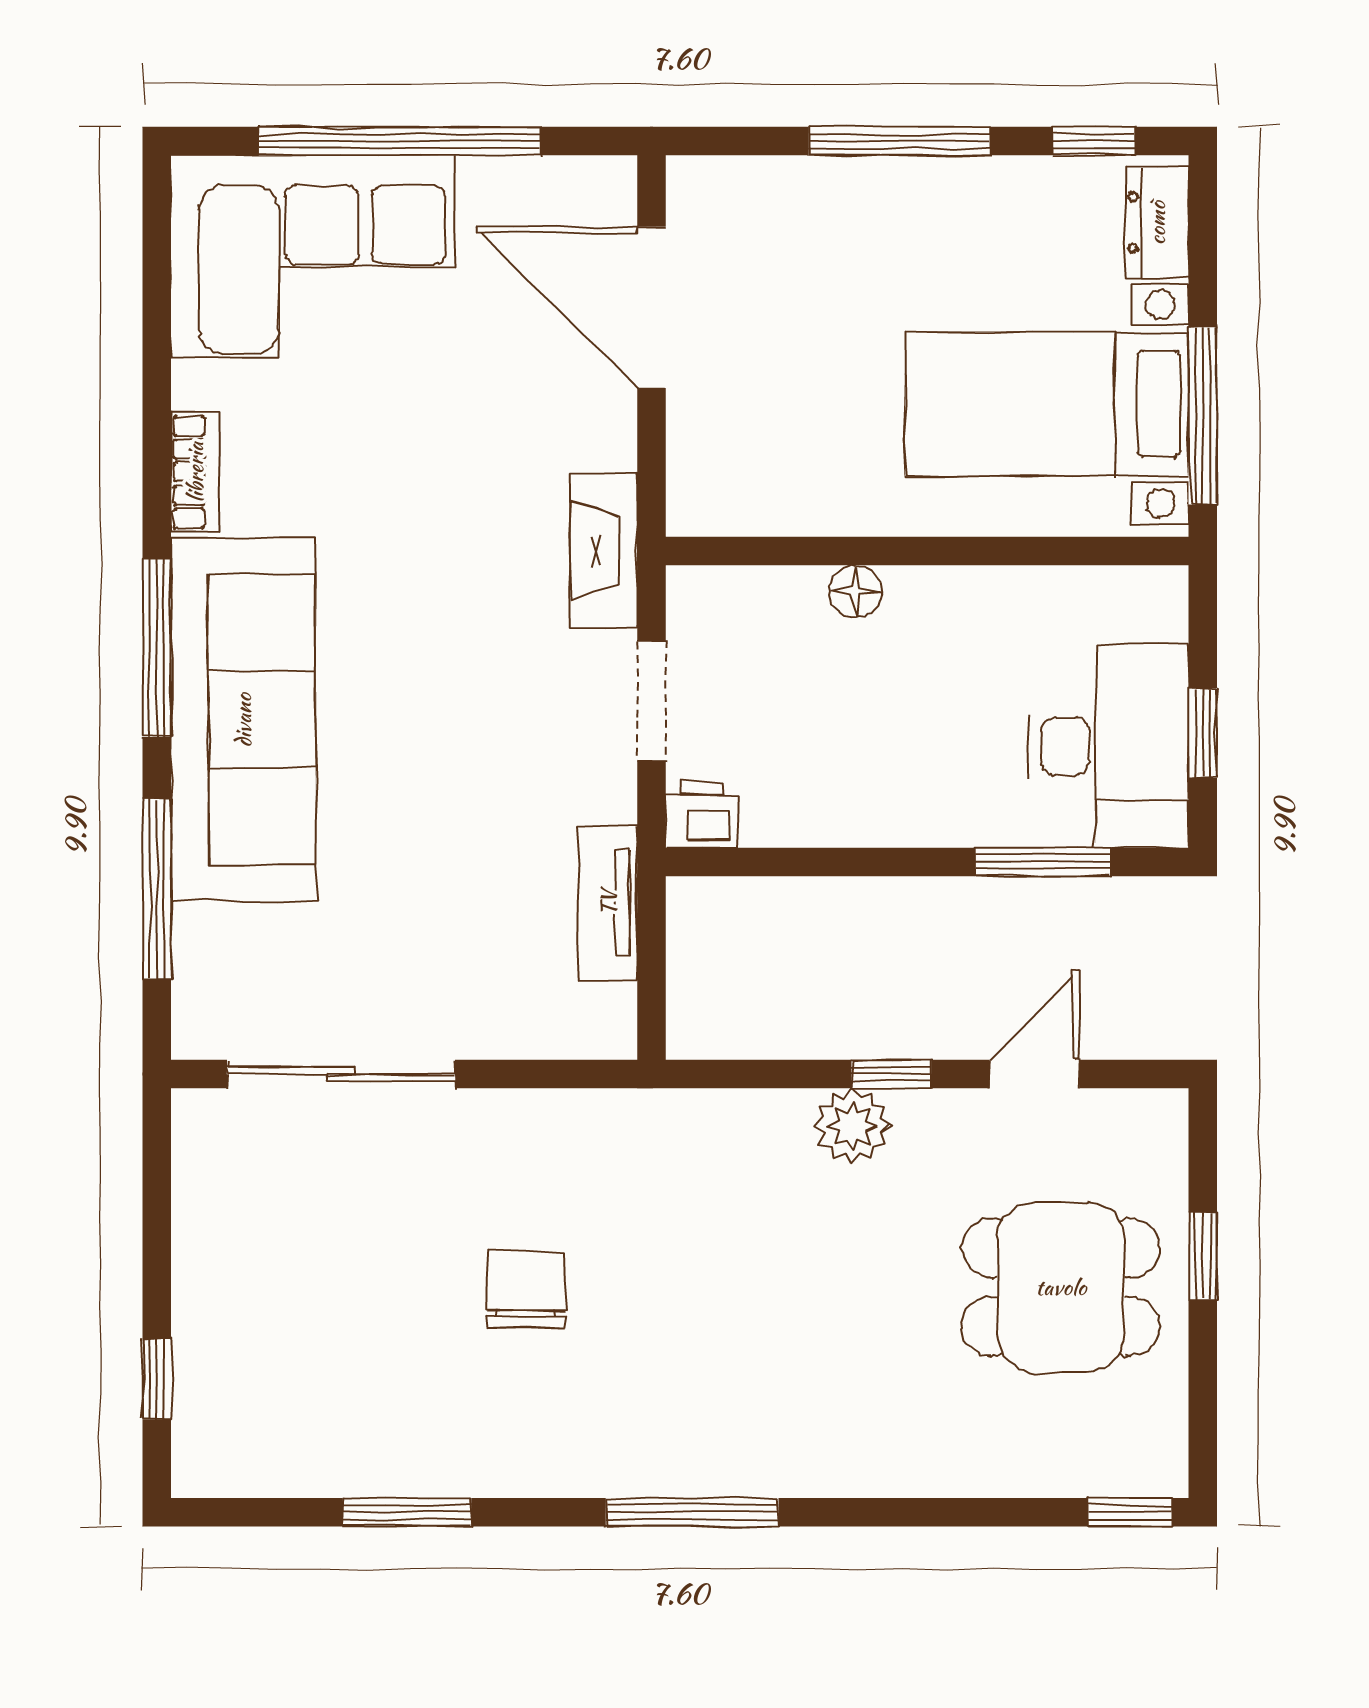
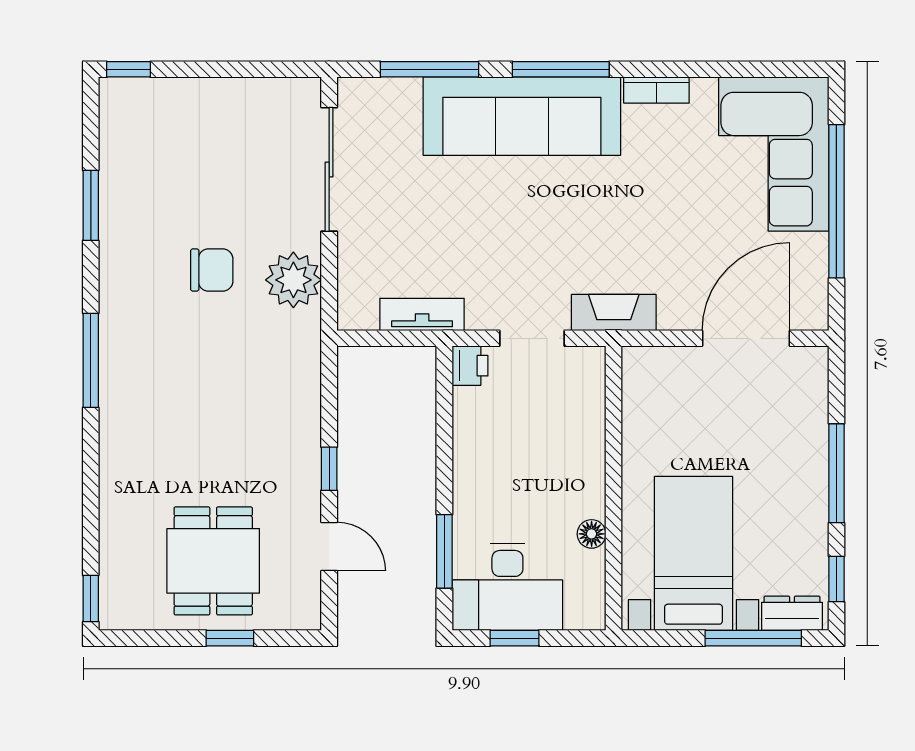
window: (1203, 416) -> (753, 638), moved
floor lamp: (856, 591) -> (592, 534), moved
plant: (852, 1126) -> (293, 280), moved, width x1.36, depth x1.36
window: (157, 1379) -> (129, 69), moved

